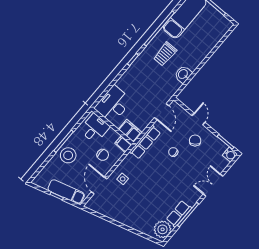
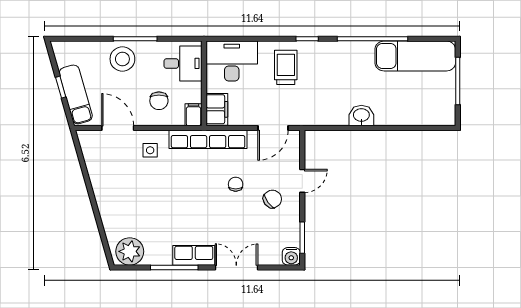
trolley: (165, 54) -> (286, 67), moved, turned 90
washbasin: (183, 74) -> (361, 116), moved
row of seats: (145, 142) -> (208, 139), width x1.36
door: (99, 185) -> (118, 128), hinge flipped
row of seats: (179, 214) -> (194, 255), moved

